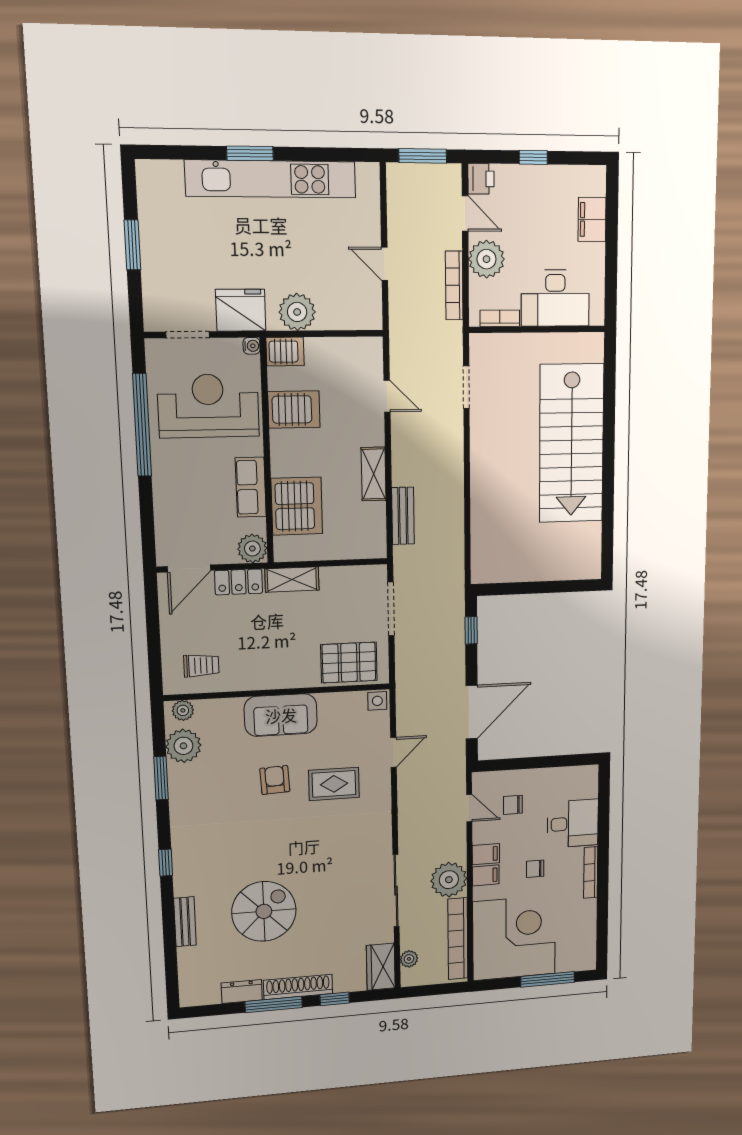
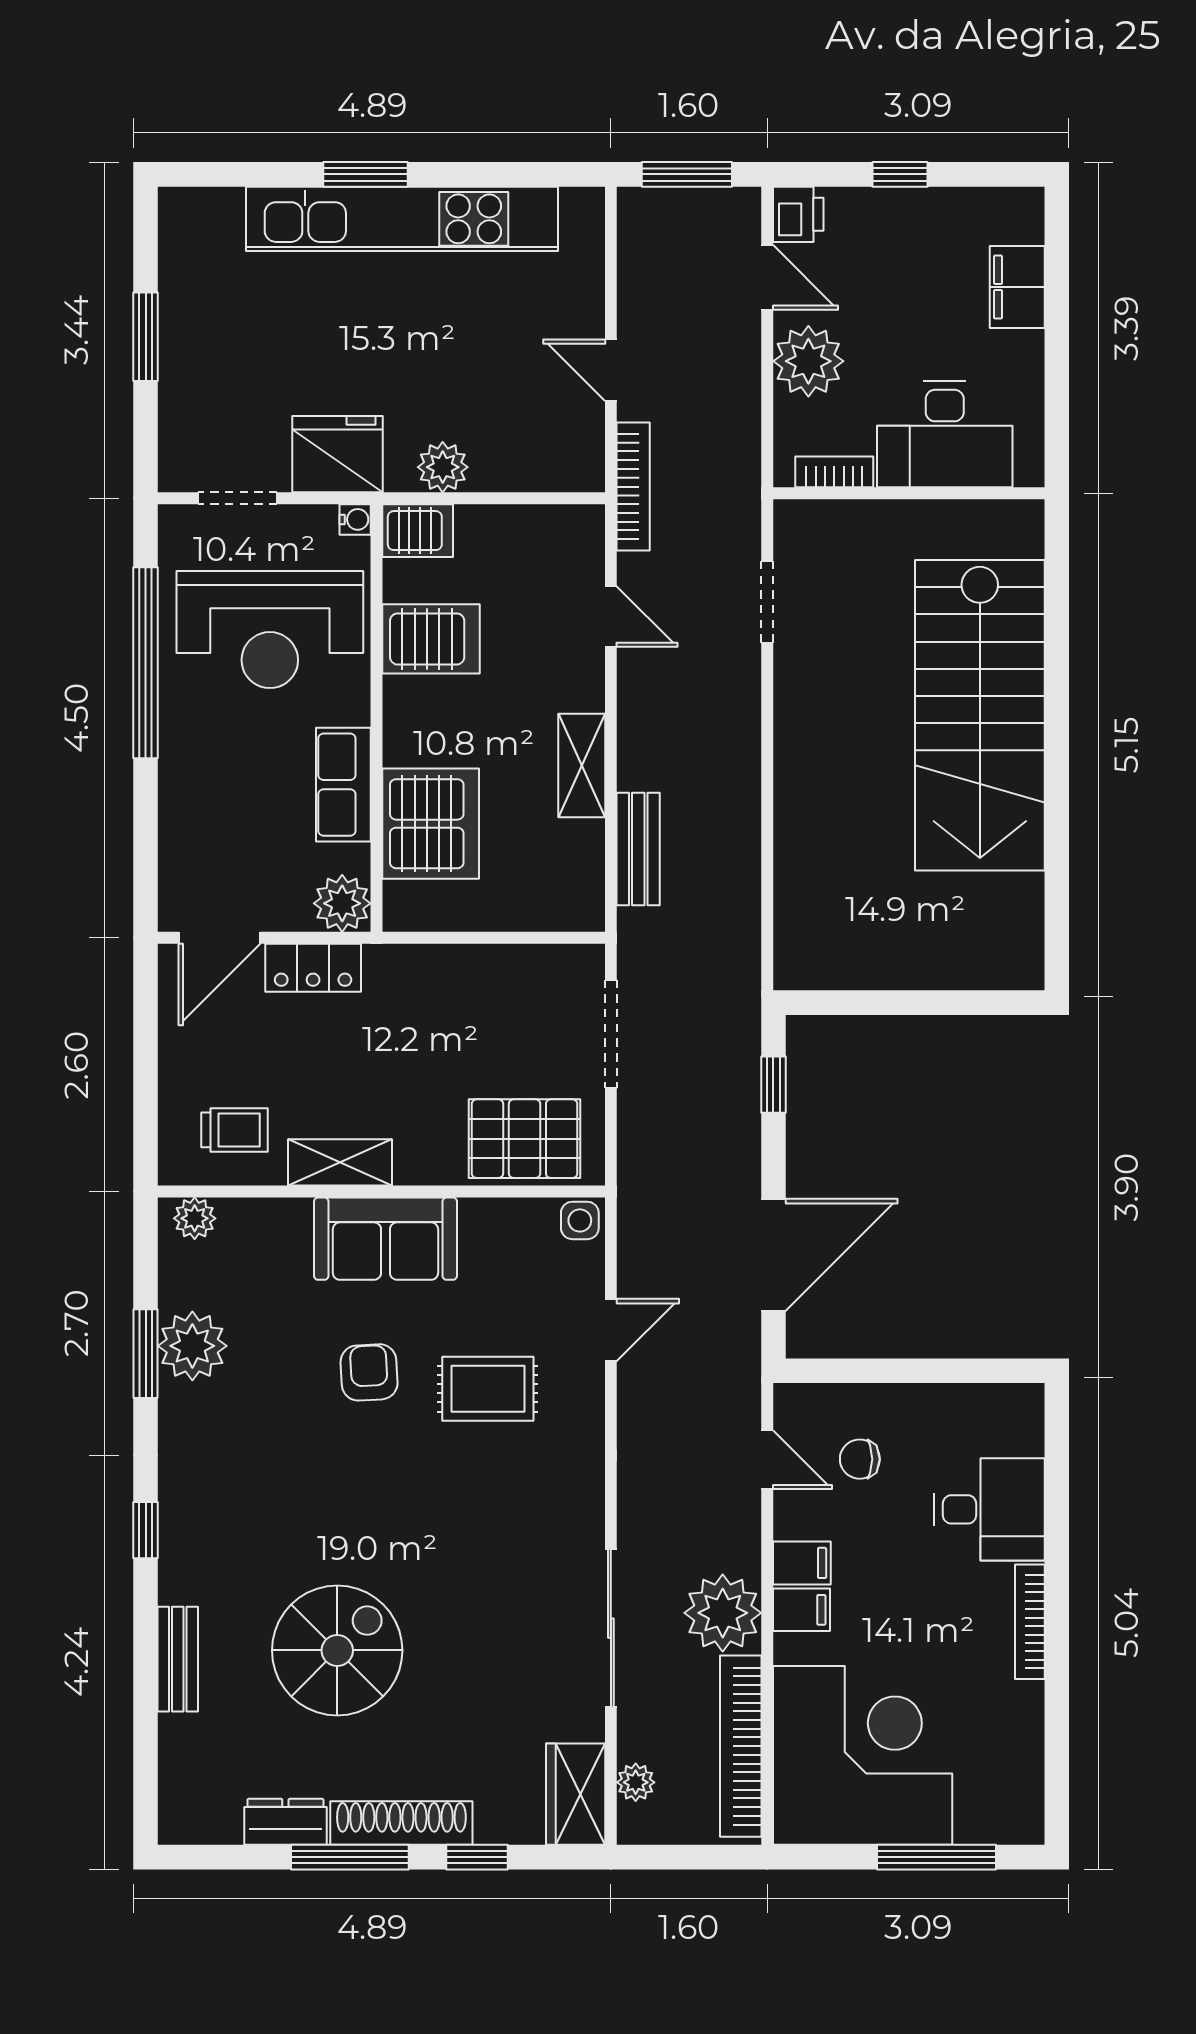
bookcase: (454, 285) -> (633, 487), moved, turned 180
plant: (297, 312) -> (443, 467), width x0.73, depth x0.73
reception desk: (208, 406) -> (270, 630), turned 180
shelving: (292, 579) -> (340, 1162), moved
plant: (183, 746) -> (192, 1346), moved
chair: (535, 869) -> (908, 1604), removed

